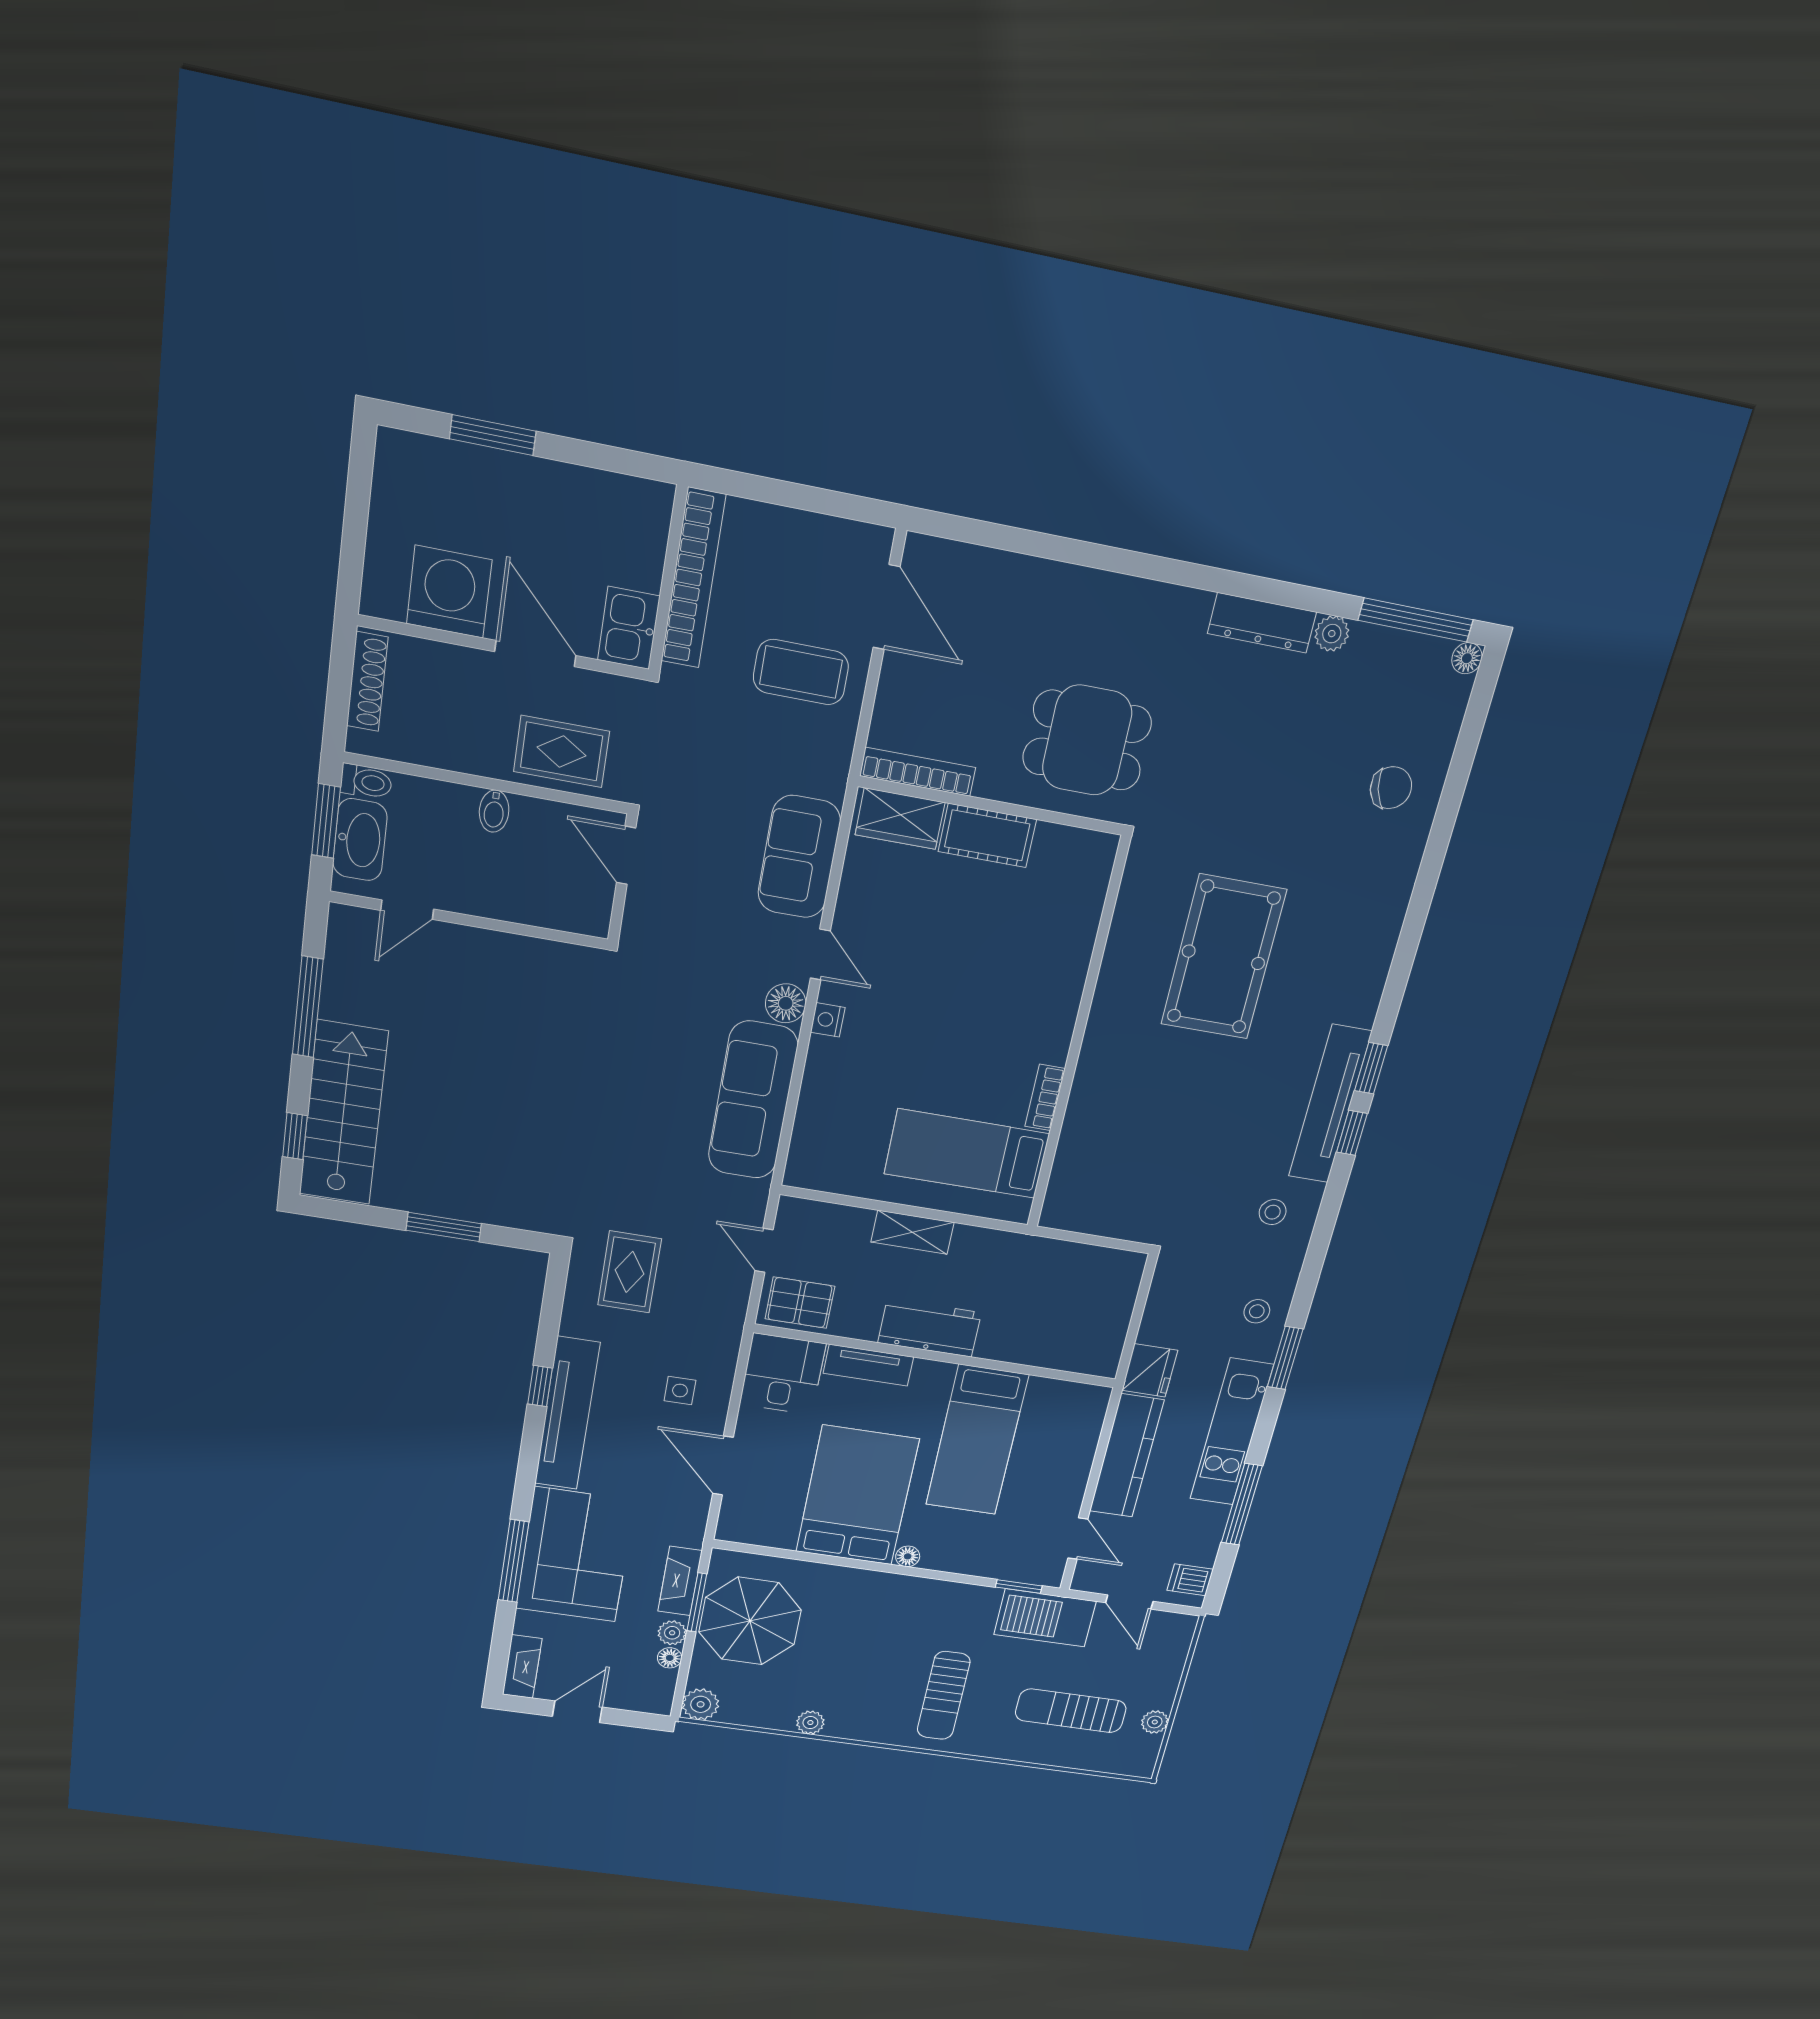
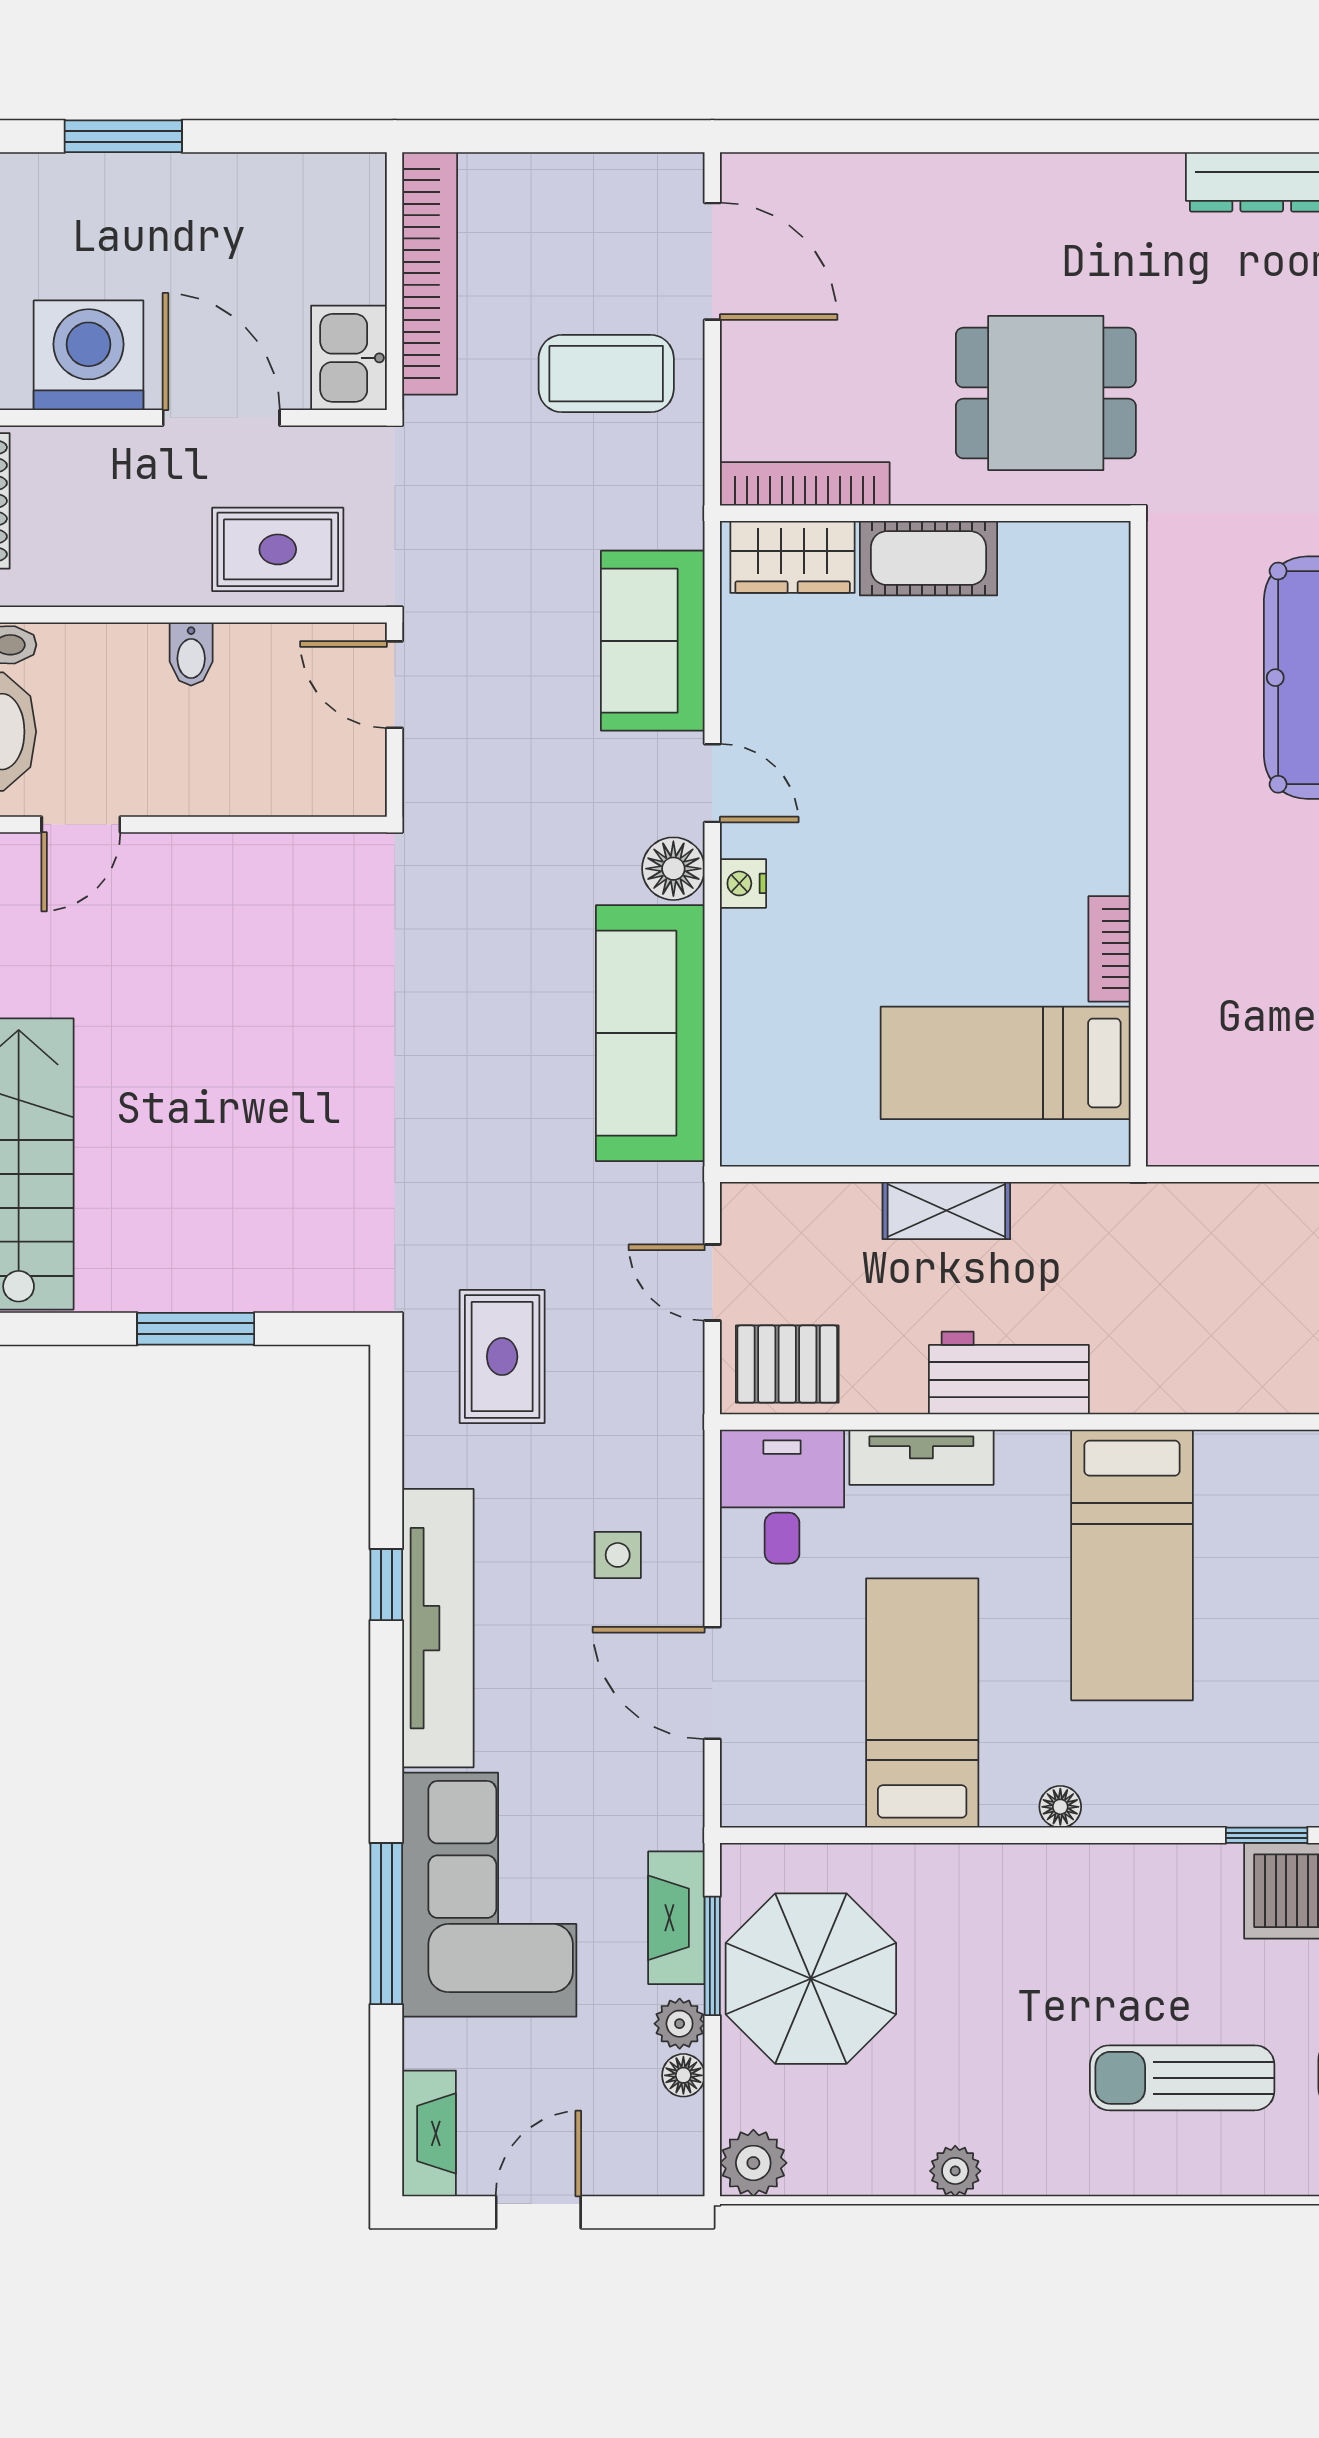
bed: (857, 1496) -> (922, 1703), width x0.67
sun lounger: (944, 1696) -> (1182, 2078), turned 90

